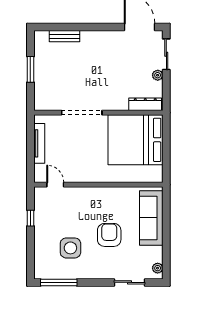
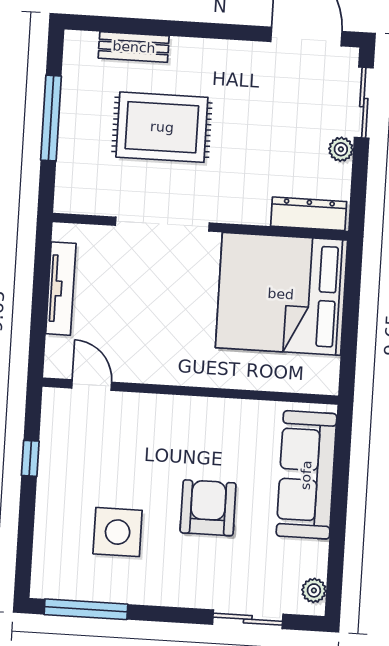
window: (30, 69) -> (51, 118), width x1.44
rug: (79, 70) -> (162, 127), added

